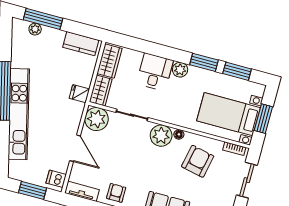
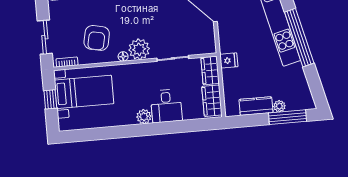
plant: (35, 29) -> (279, 106), moved
kitchen counter: (81, 44) -> (256, 106), moved
window: (204, 62) -> (124, 131), removed
window: (237, 71) -> (91, 134), removed
plant: (96, 119) -> (204, 43), removed
window: (263, 119) -> (50, 99), width x0.67

